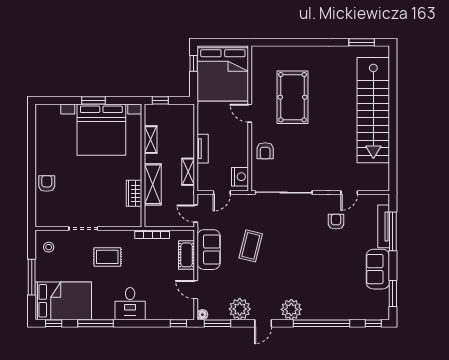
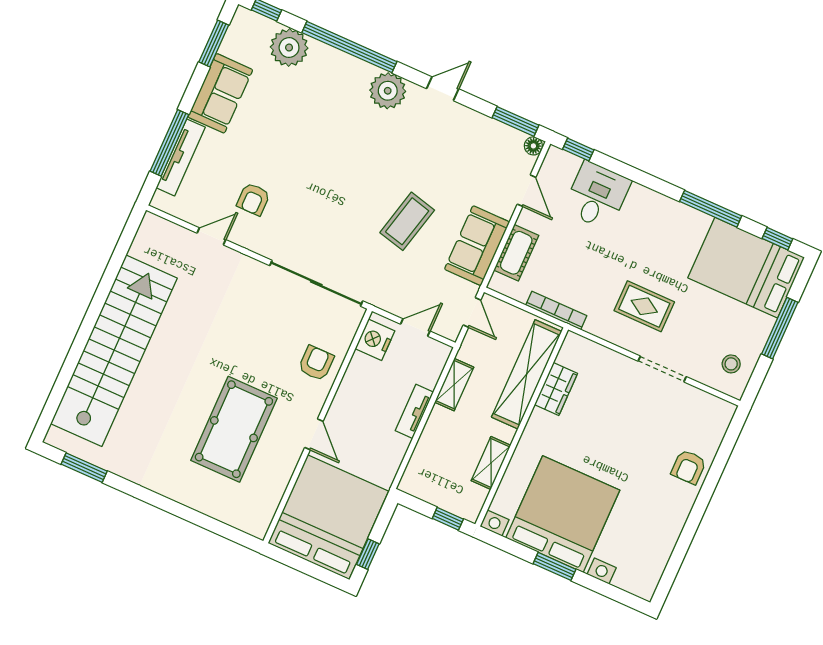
shelving: (153, 184) -> (527, 374), width x1.47
desk: (130, 304) -> (597, 196), moved
plant: (240, 309) -> (289, 48), moved

